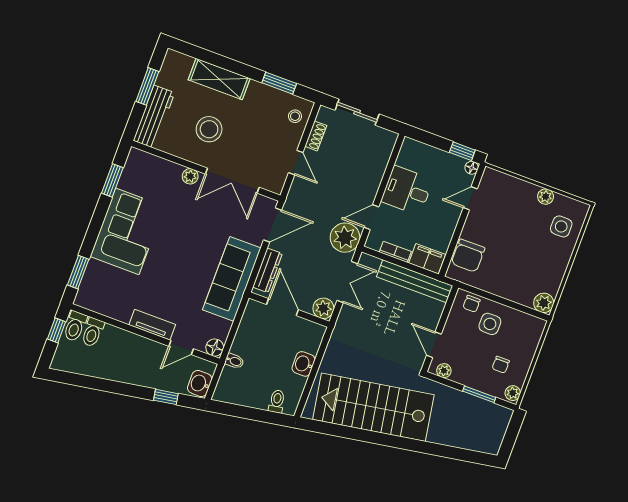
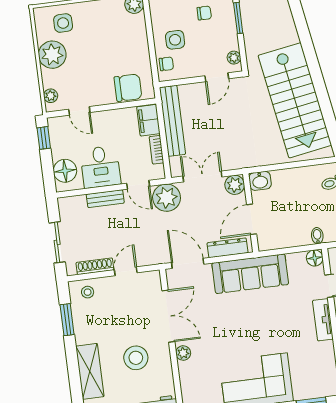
shoe rack: (316, 136) -> (95, 266), width x1.43
floor lamp: (472, 168) -> (65, 171), moved, width x1.89, depth x1.89
bench: (375, 179) -> (105, 199), added
plant: (499, 179) -> (51, 96), added
plant: (546, 197) -> (52, 55), width x1.88, depth x1.88
washbasin: (304, 364) -> (260, 181), moved

